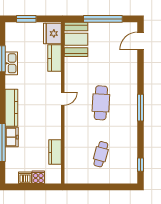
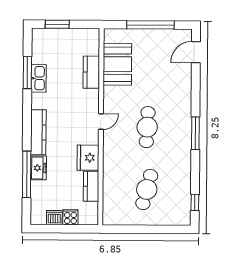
fridge: (52, 33) -> (88, 158), moved
booth: (76, 39) -> (117, 64), moved
cafe table: (101, 154) -> (147, 189), width x1.37, depth x1.35

